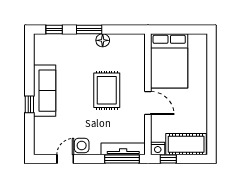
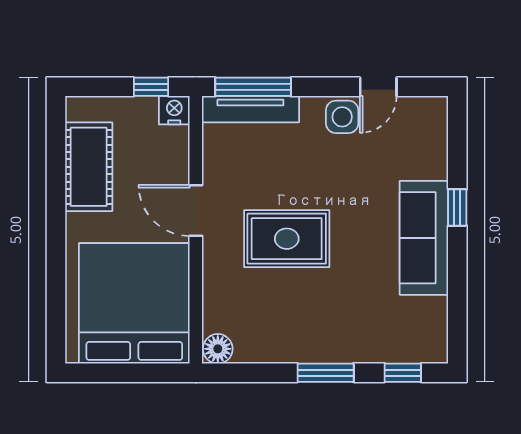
floor lamp: (103, 40) -> (218, 349), moved
bed: (169, 61) -> (134, 303), width x1.36
rug: (107, 90) -> (287, 239), turned 90
cot: (186, 144) -> (89, 167), moved, turned 90

